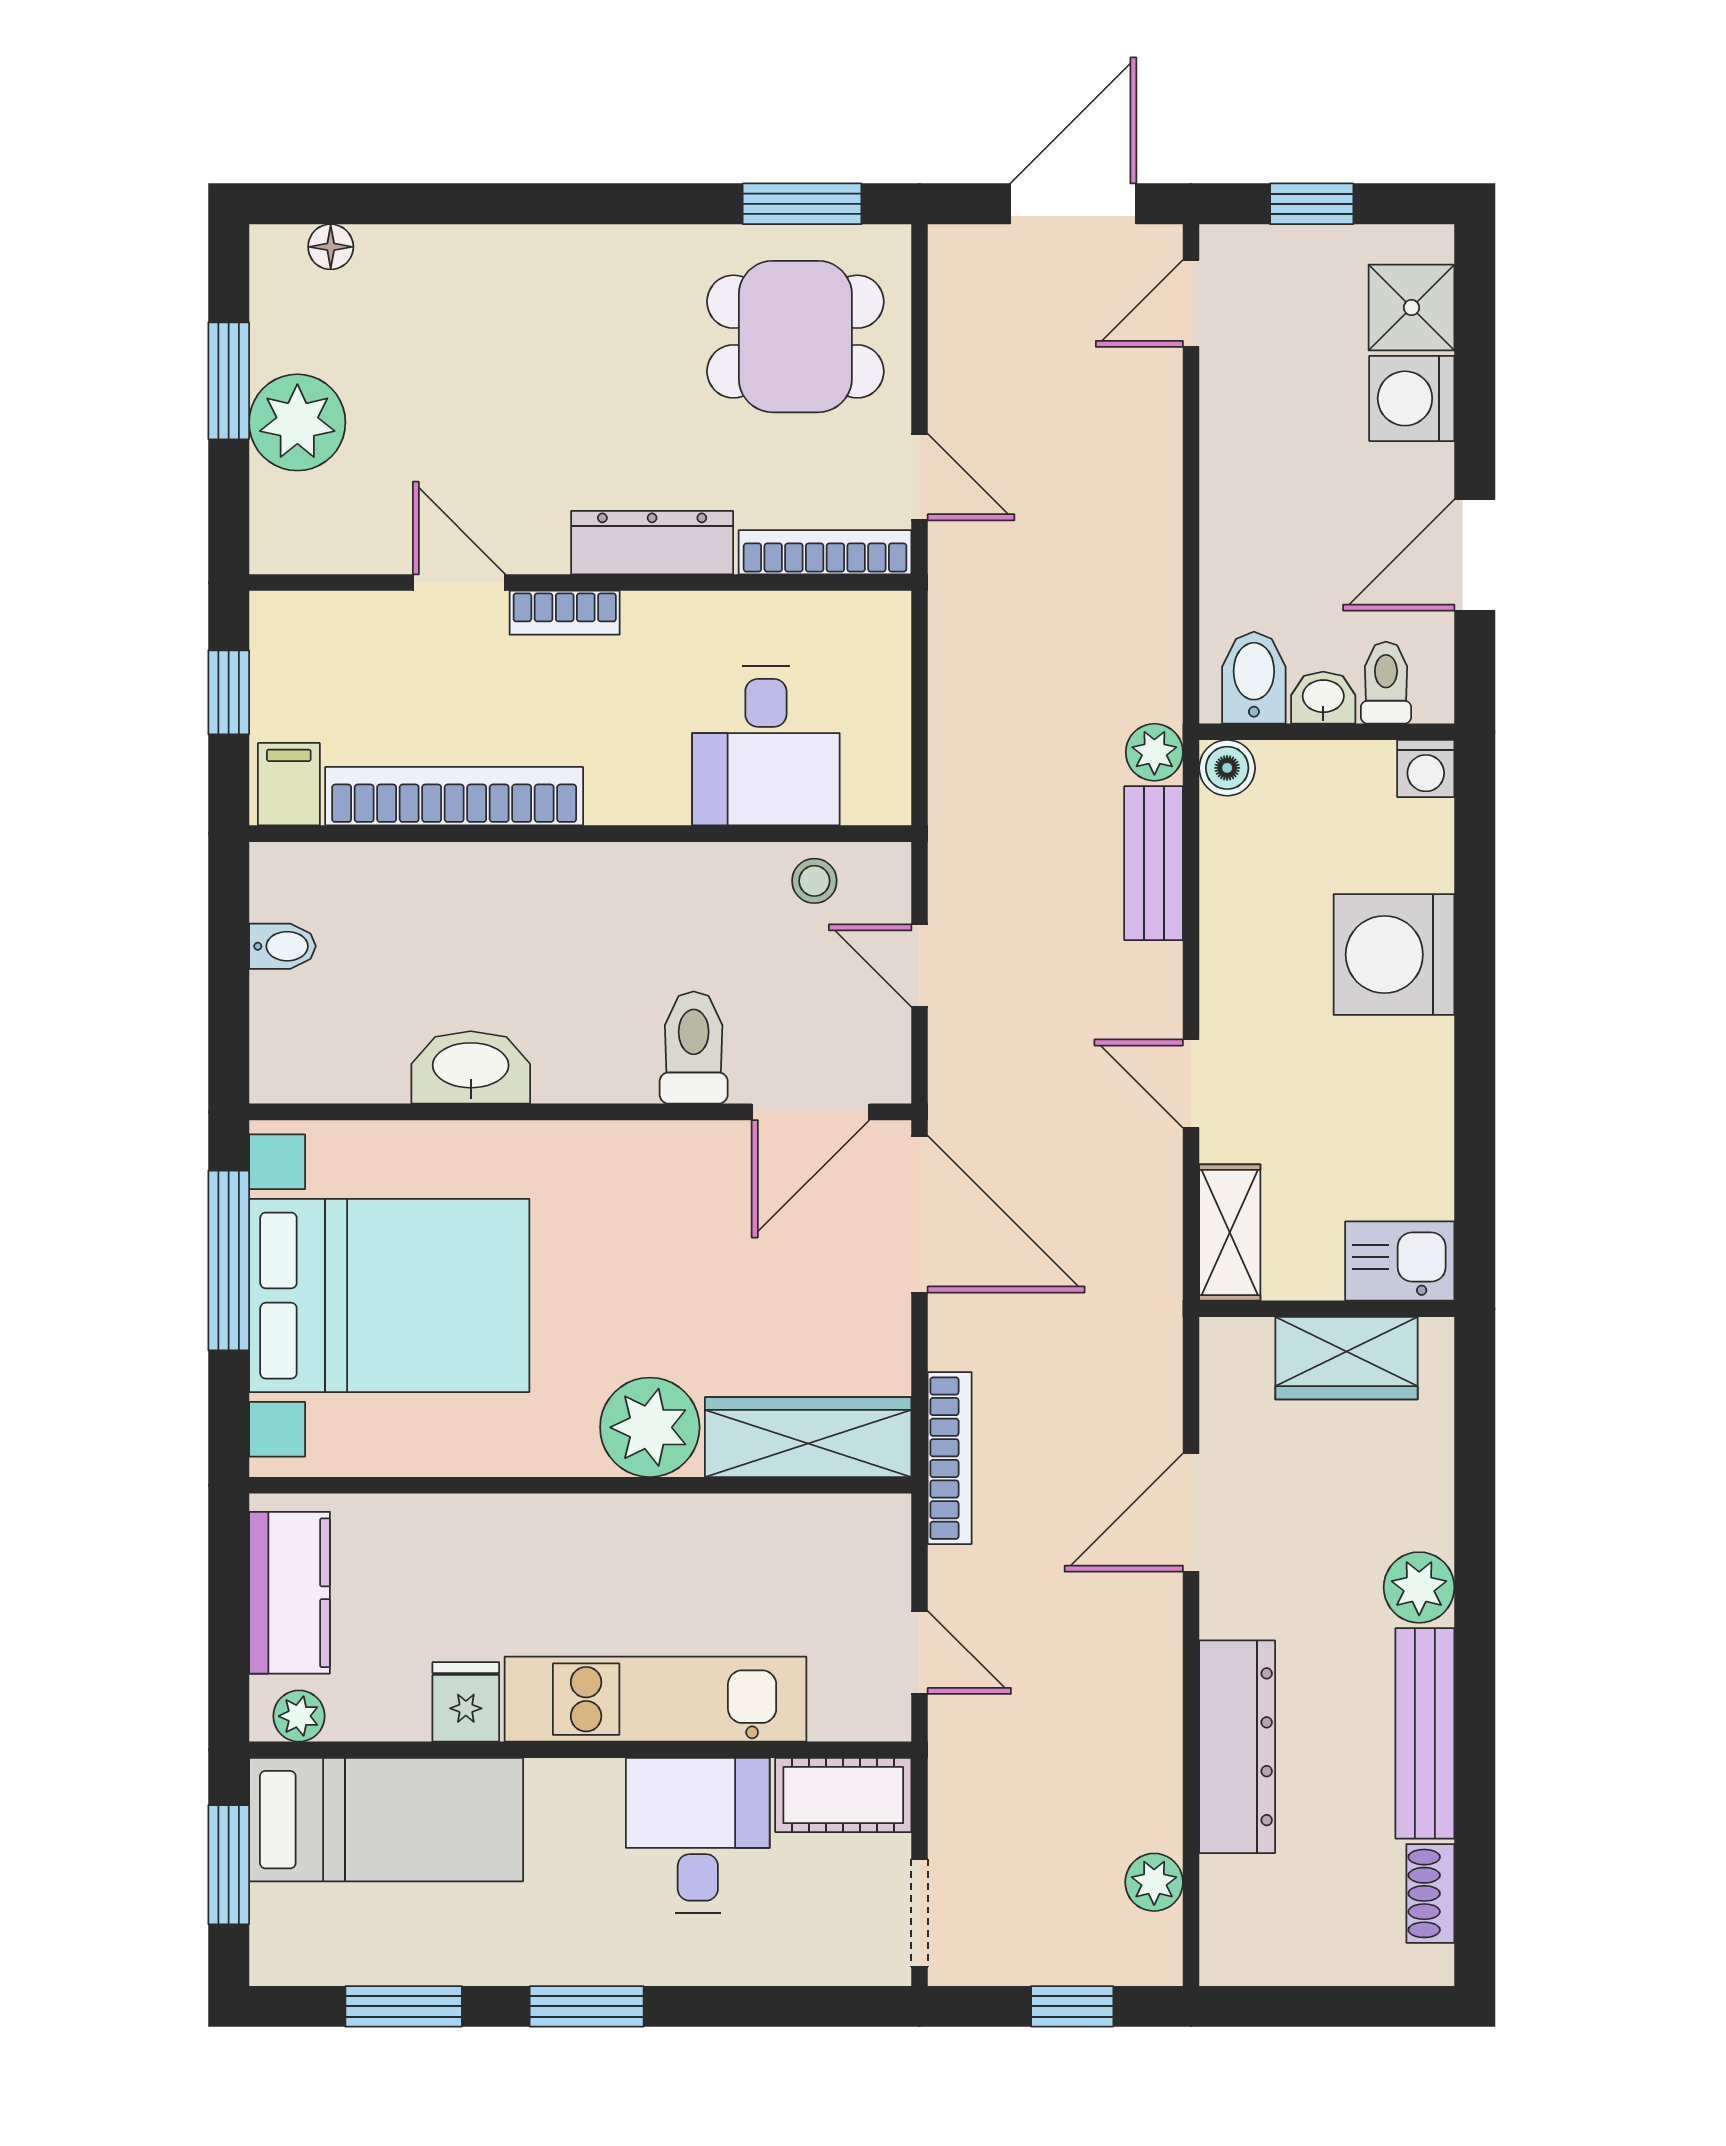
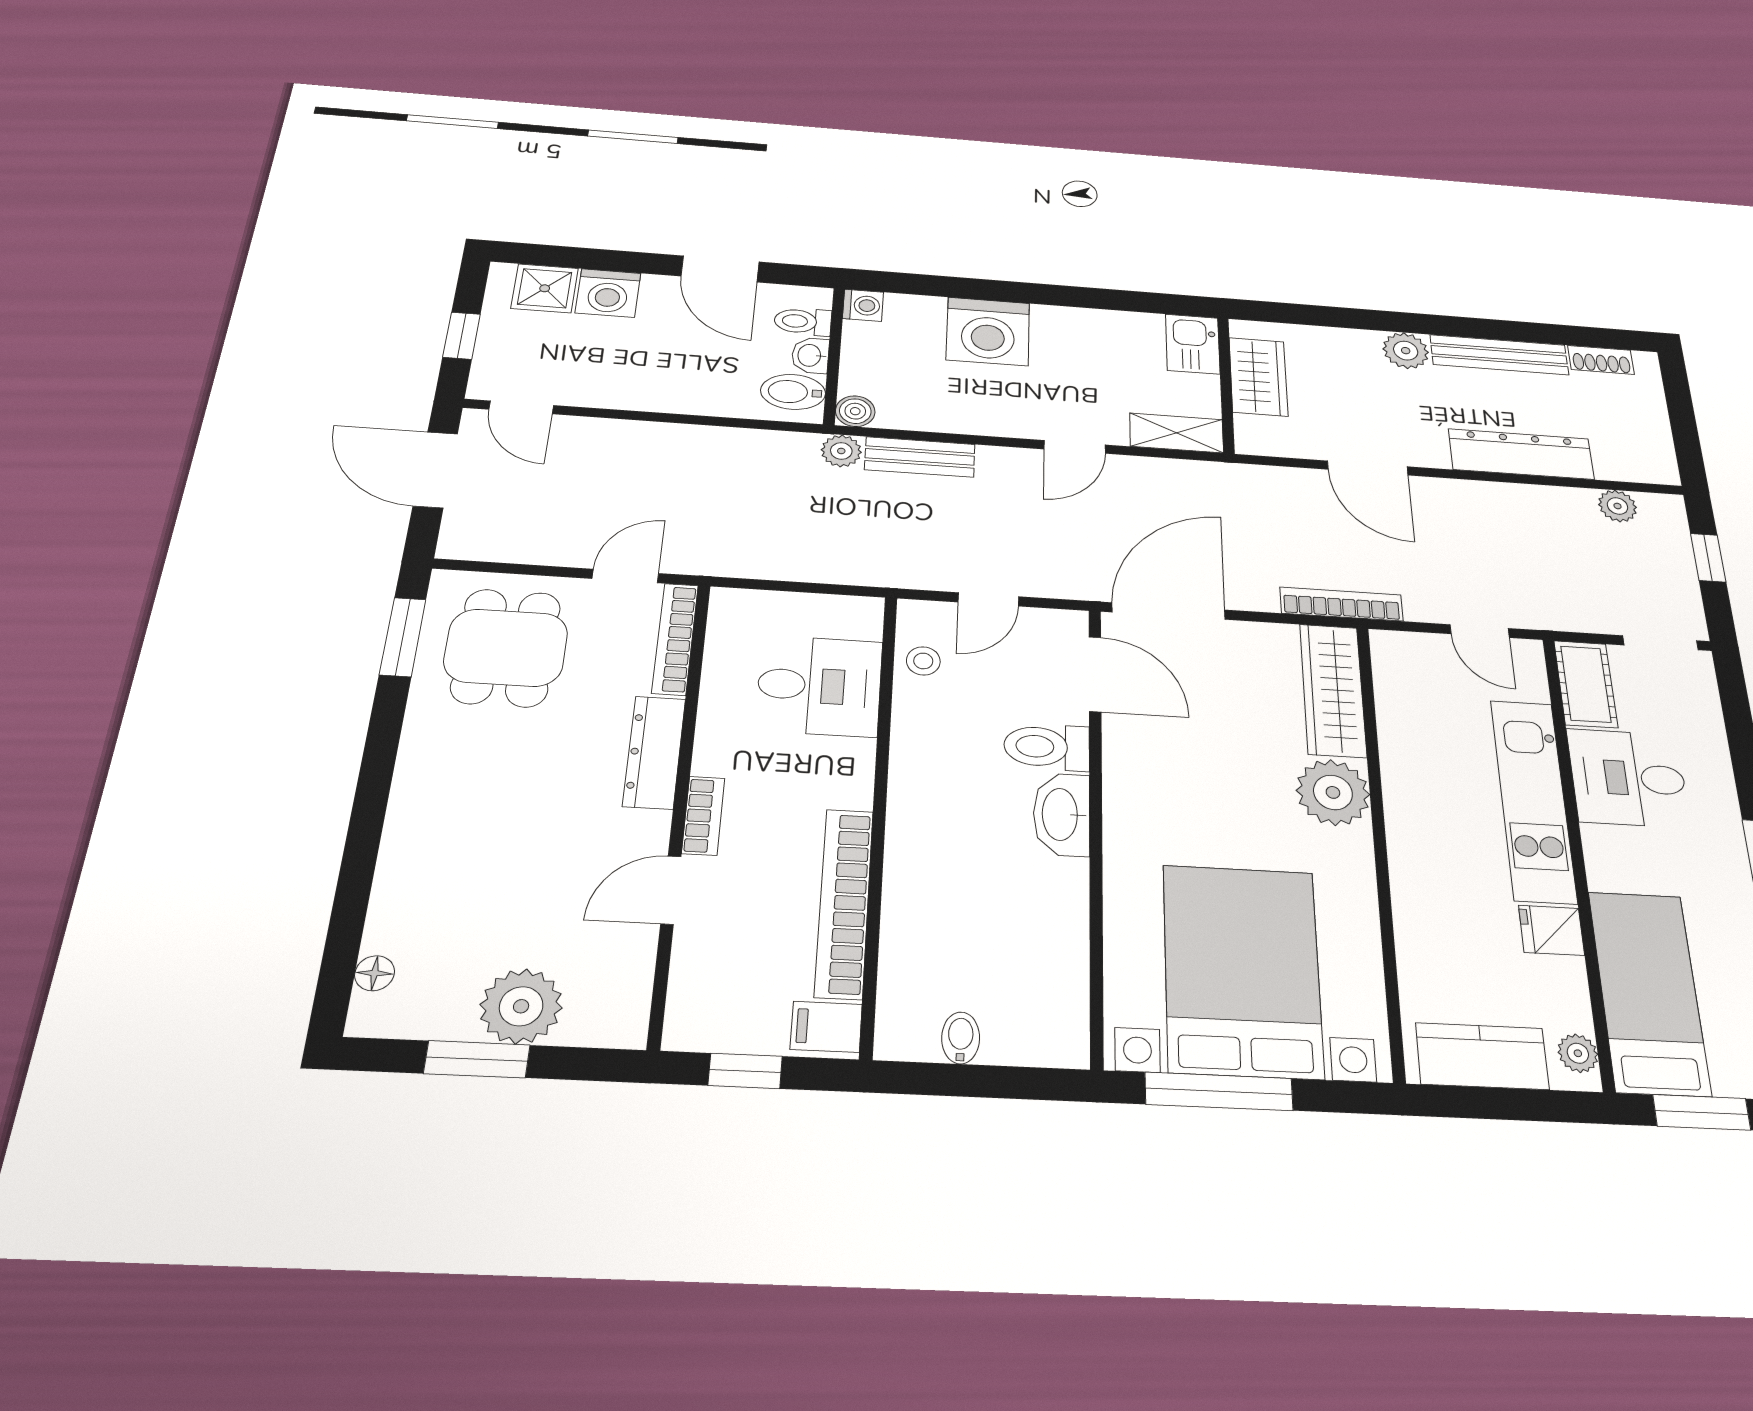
washbasin: (471, 1067) -> (1062, 814), moved
door: (920, 1652) -> (1480, 631), swing flipped

